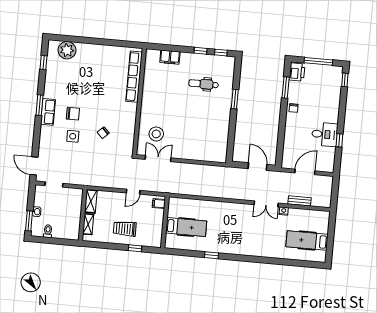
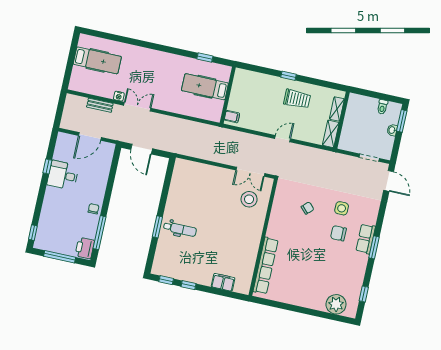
dental chair: (204, 84) -> (180, 229), moved
window: (286, 87) -> (99, 233), width x1.44
filing cabinet: (159, 204) -> (232, 117), moved
wall: (165, 222) -> (228, 95), moved
hospital bed: (186, 227) -> (205, 87), moved

